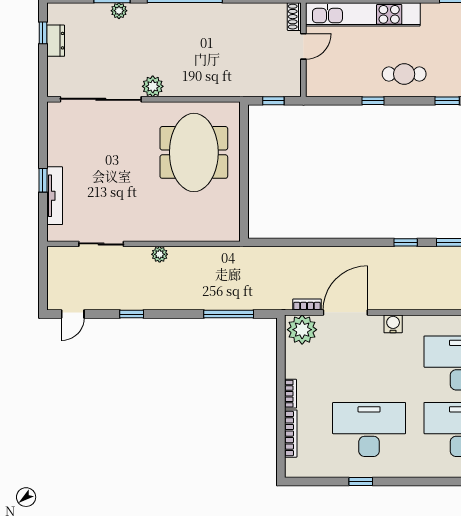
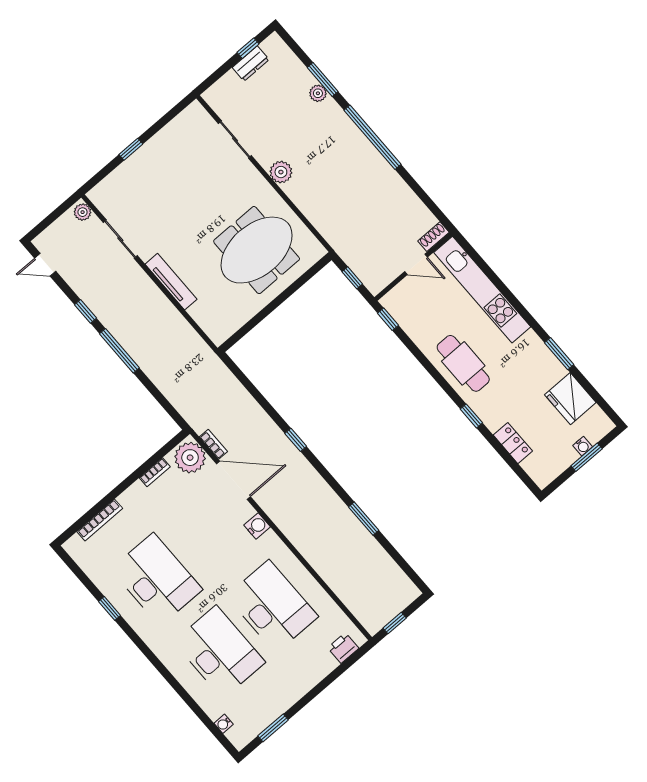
cafe table: (404, 74) -> (463, 363), width x1.37, depth x1.35
sliding door: (101, 99) -> (235, 140), width x0.54
window: (373, 101) -> (388, 319), moved
tv unit: (55, 196) -> (171, 282), moved, turned -90
window: (406, 242) -> (296, 440), moved
plant: (160, 254) -> (83, 212), moved
window: (229, 314) -> (119, 351), moved
bookcase: (291, 394) -> (155, 472), moved

